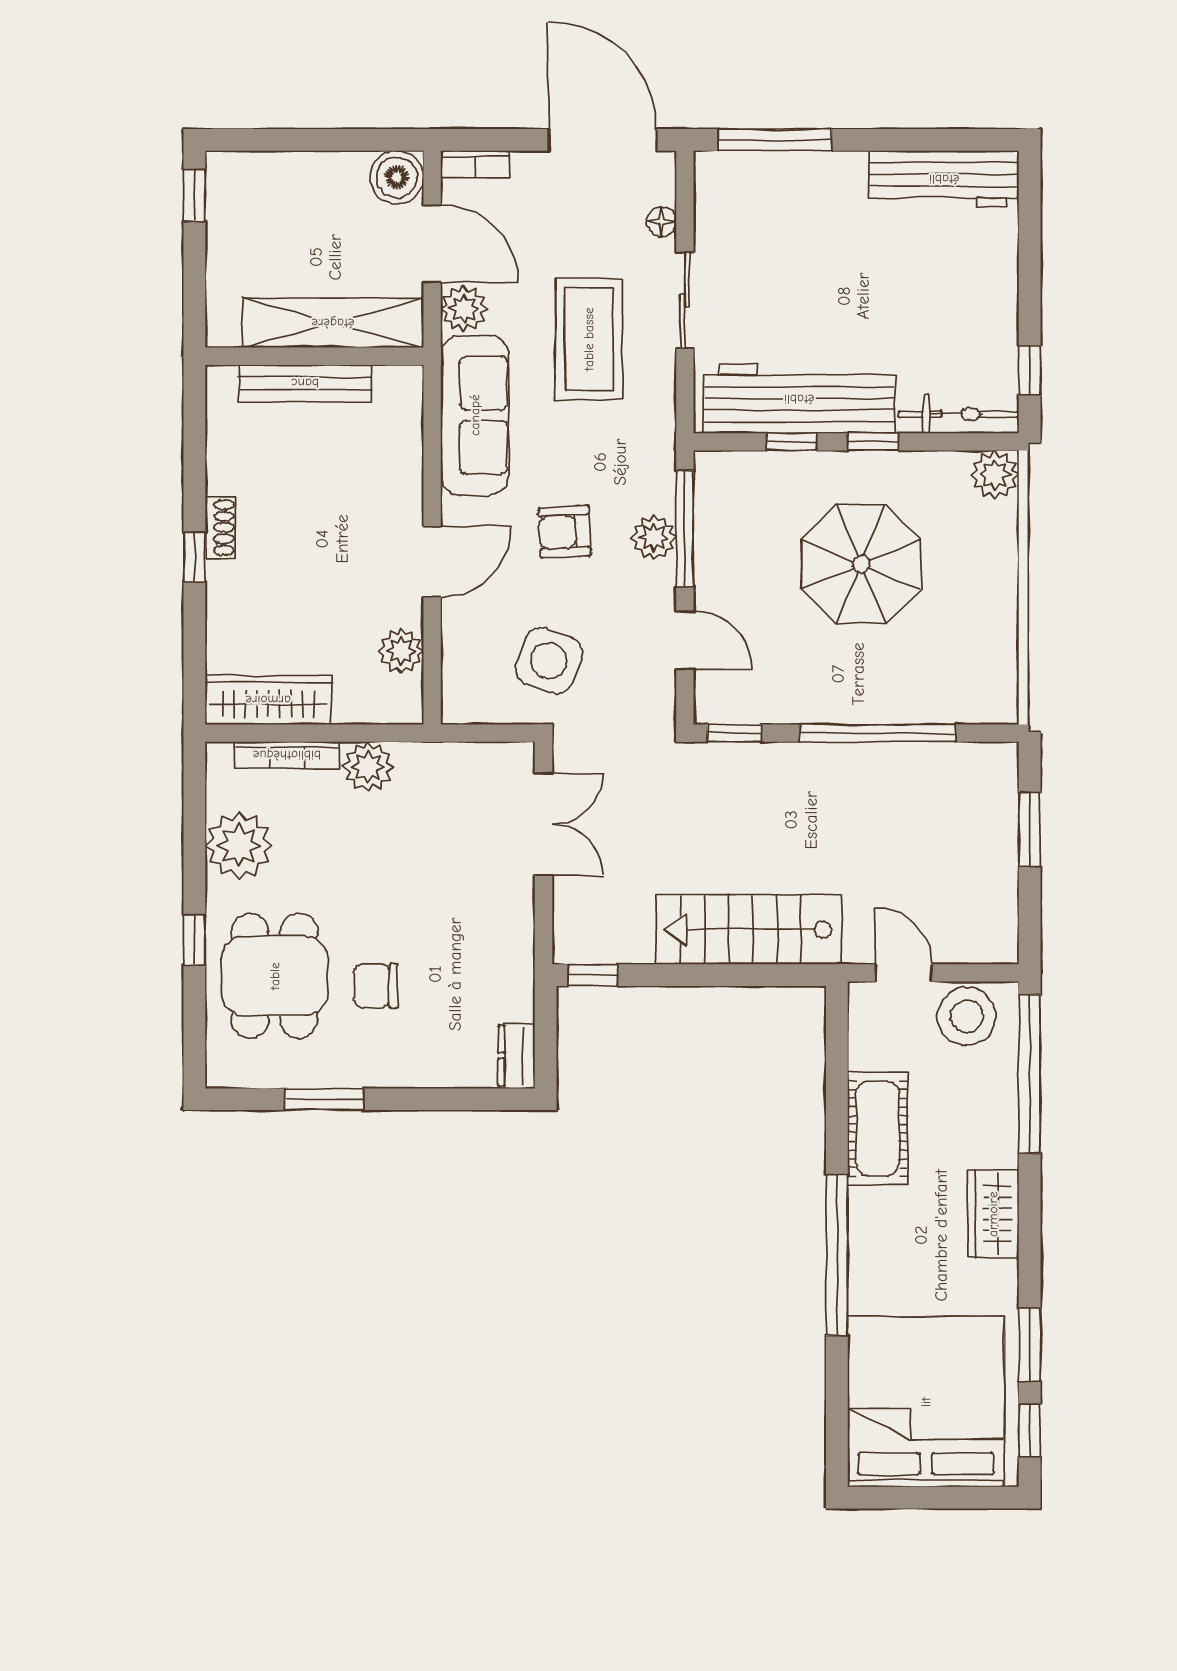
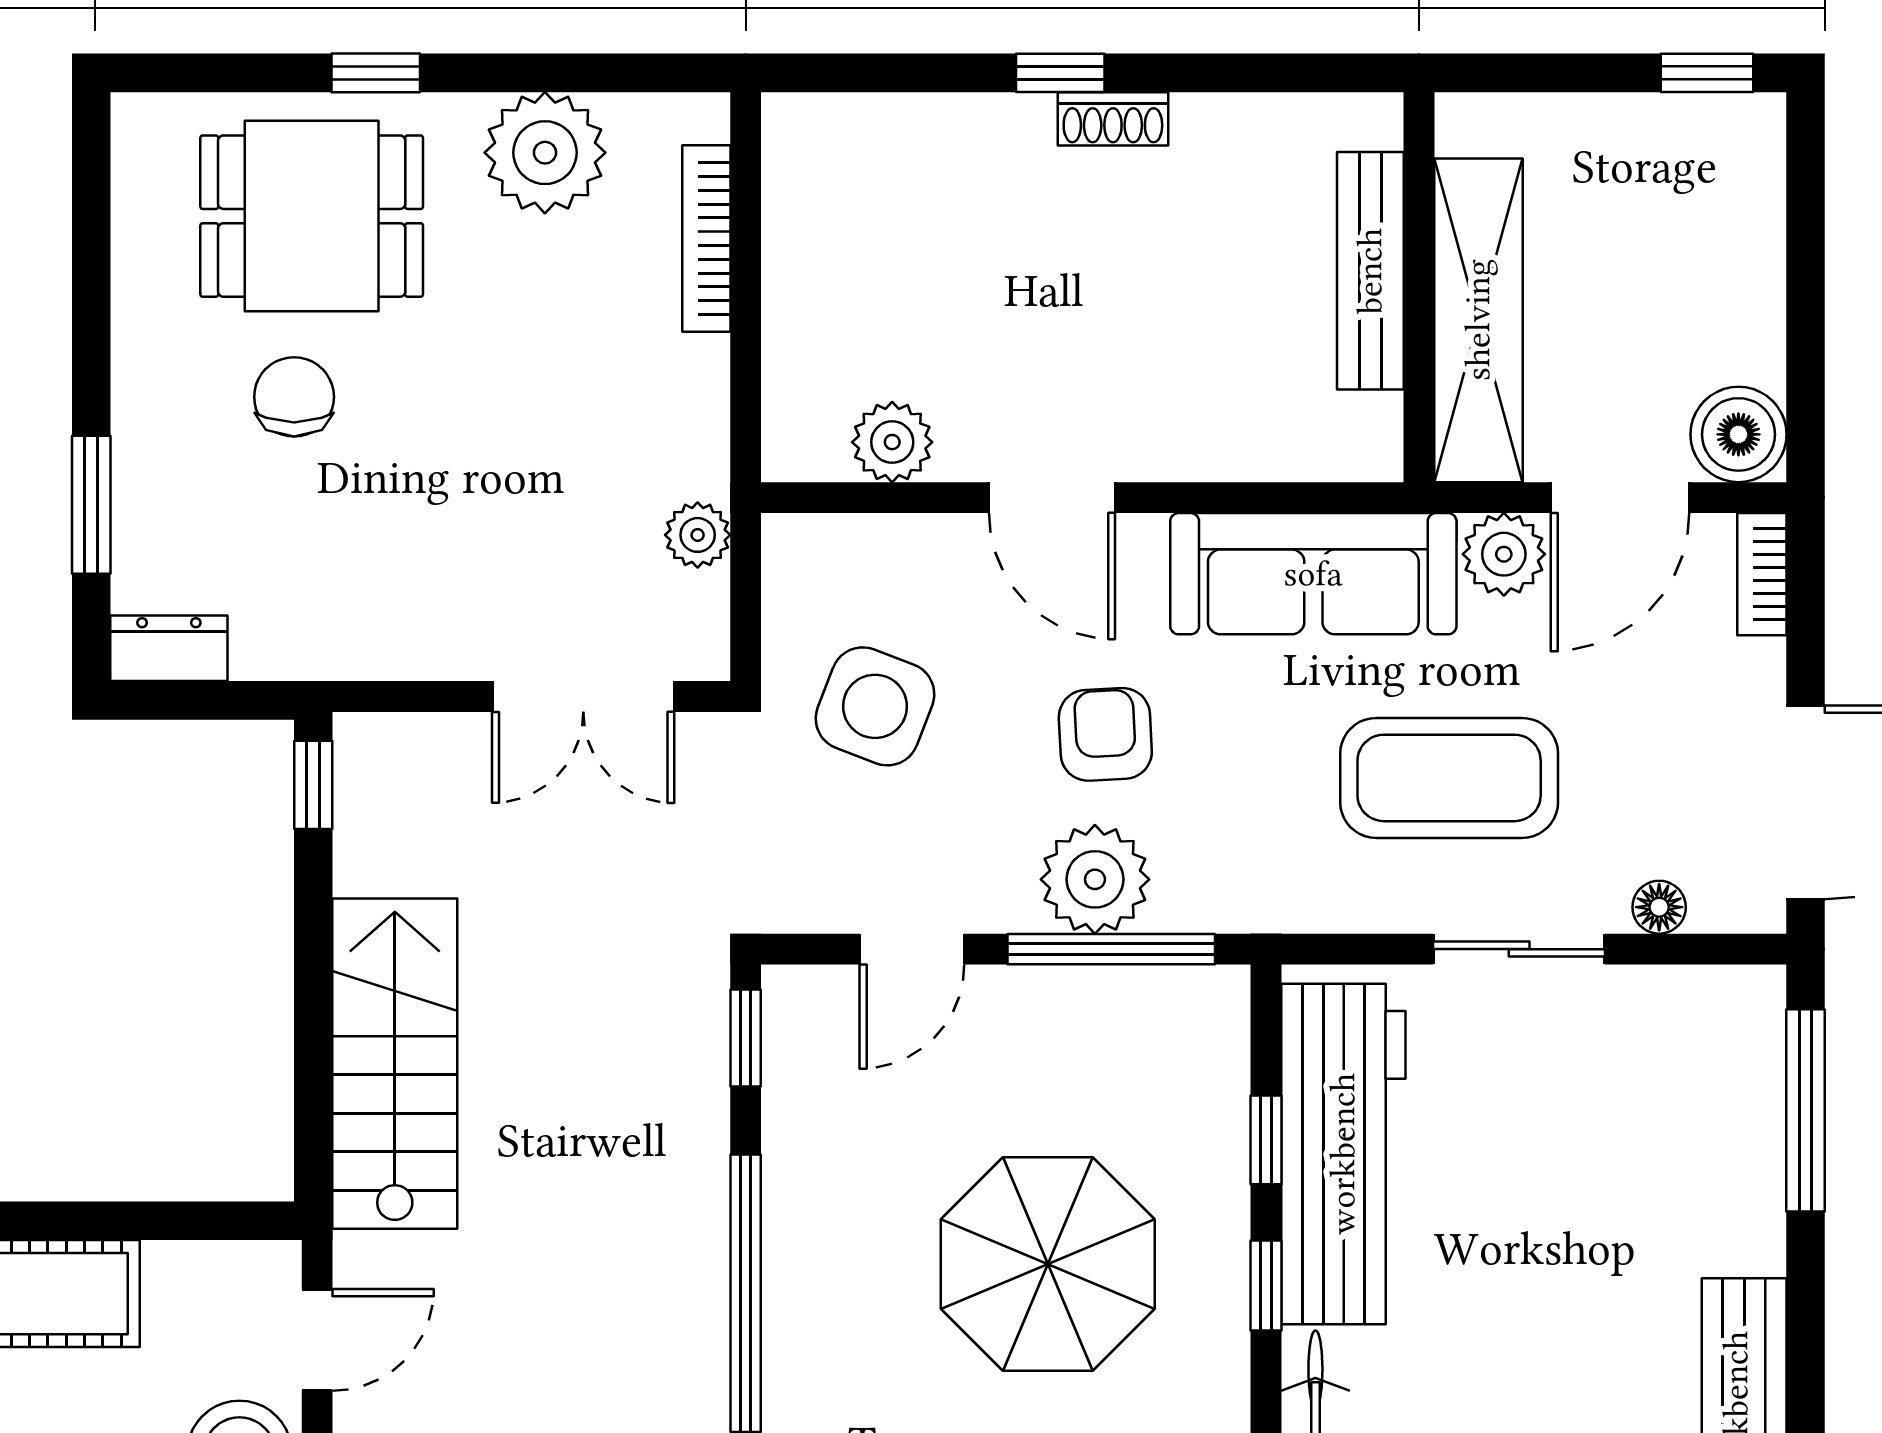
plant: (654, 538) -> (1095, 879), width x1.36, depth x1.36
wardrobe: (268, 700) -> (805, 205), removed
plant: (368, 767) -> (698, 535), moved, width x0.73, depth x0.73
window: (324, 1099) -> (91, 505), moved

